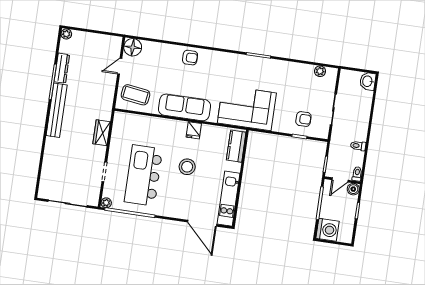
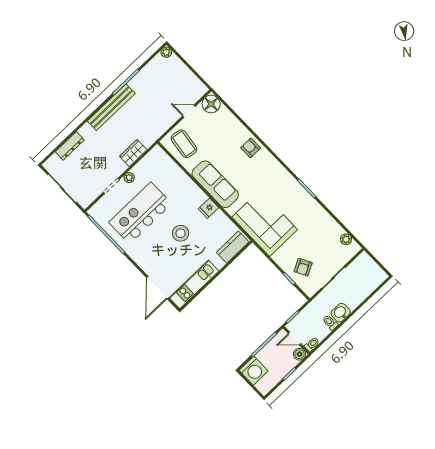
armchair: (190, 58) -> (251, 148), turned 180
dresser: (62, 68) -> (70, 146), moved
washbasin: (368, 81) -> (341, 313), moved
armchair: (303, 119) -> (303, 267), turned 62
plant: (106, 203) -> (129, 178), moved

